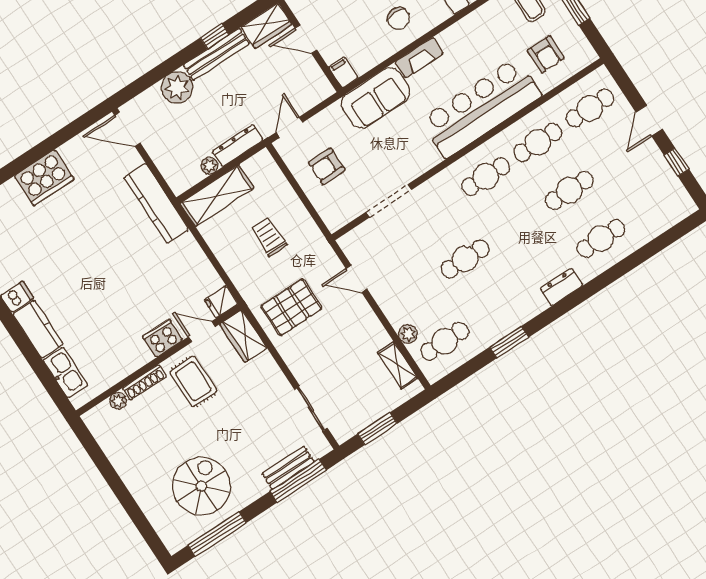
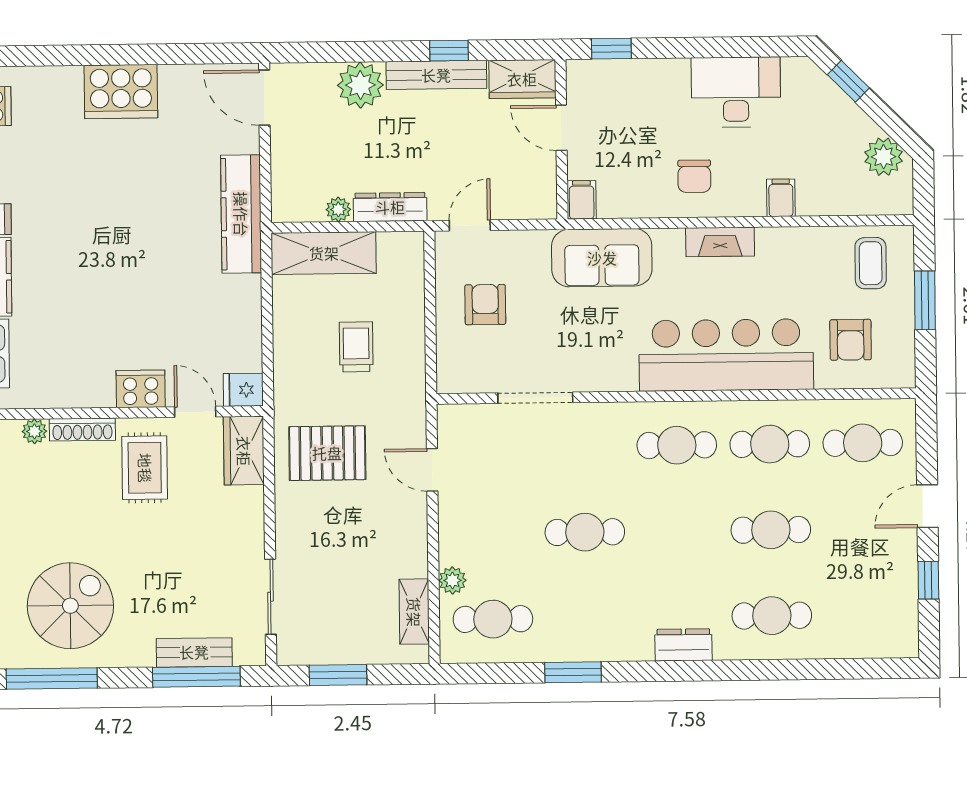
fireplace: (419, 58) -> (720, 242), moved
armchair: (327, 166) -> (485, 305), turned 90

